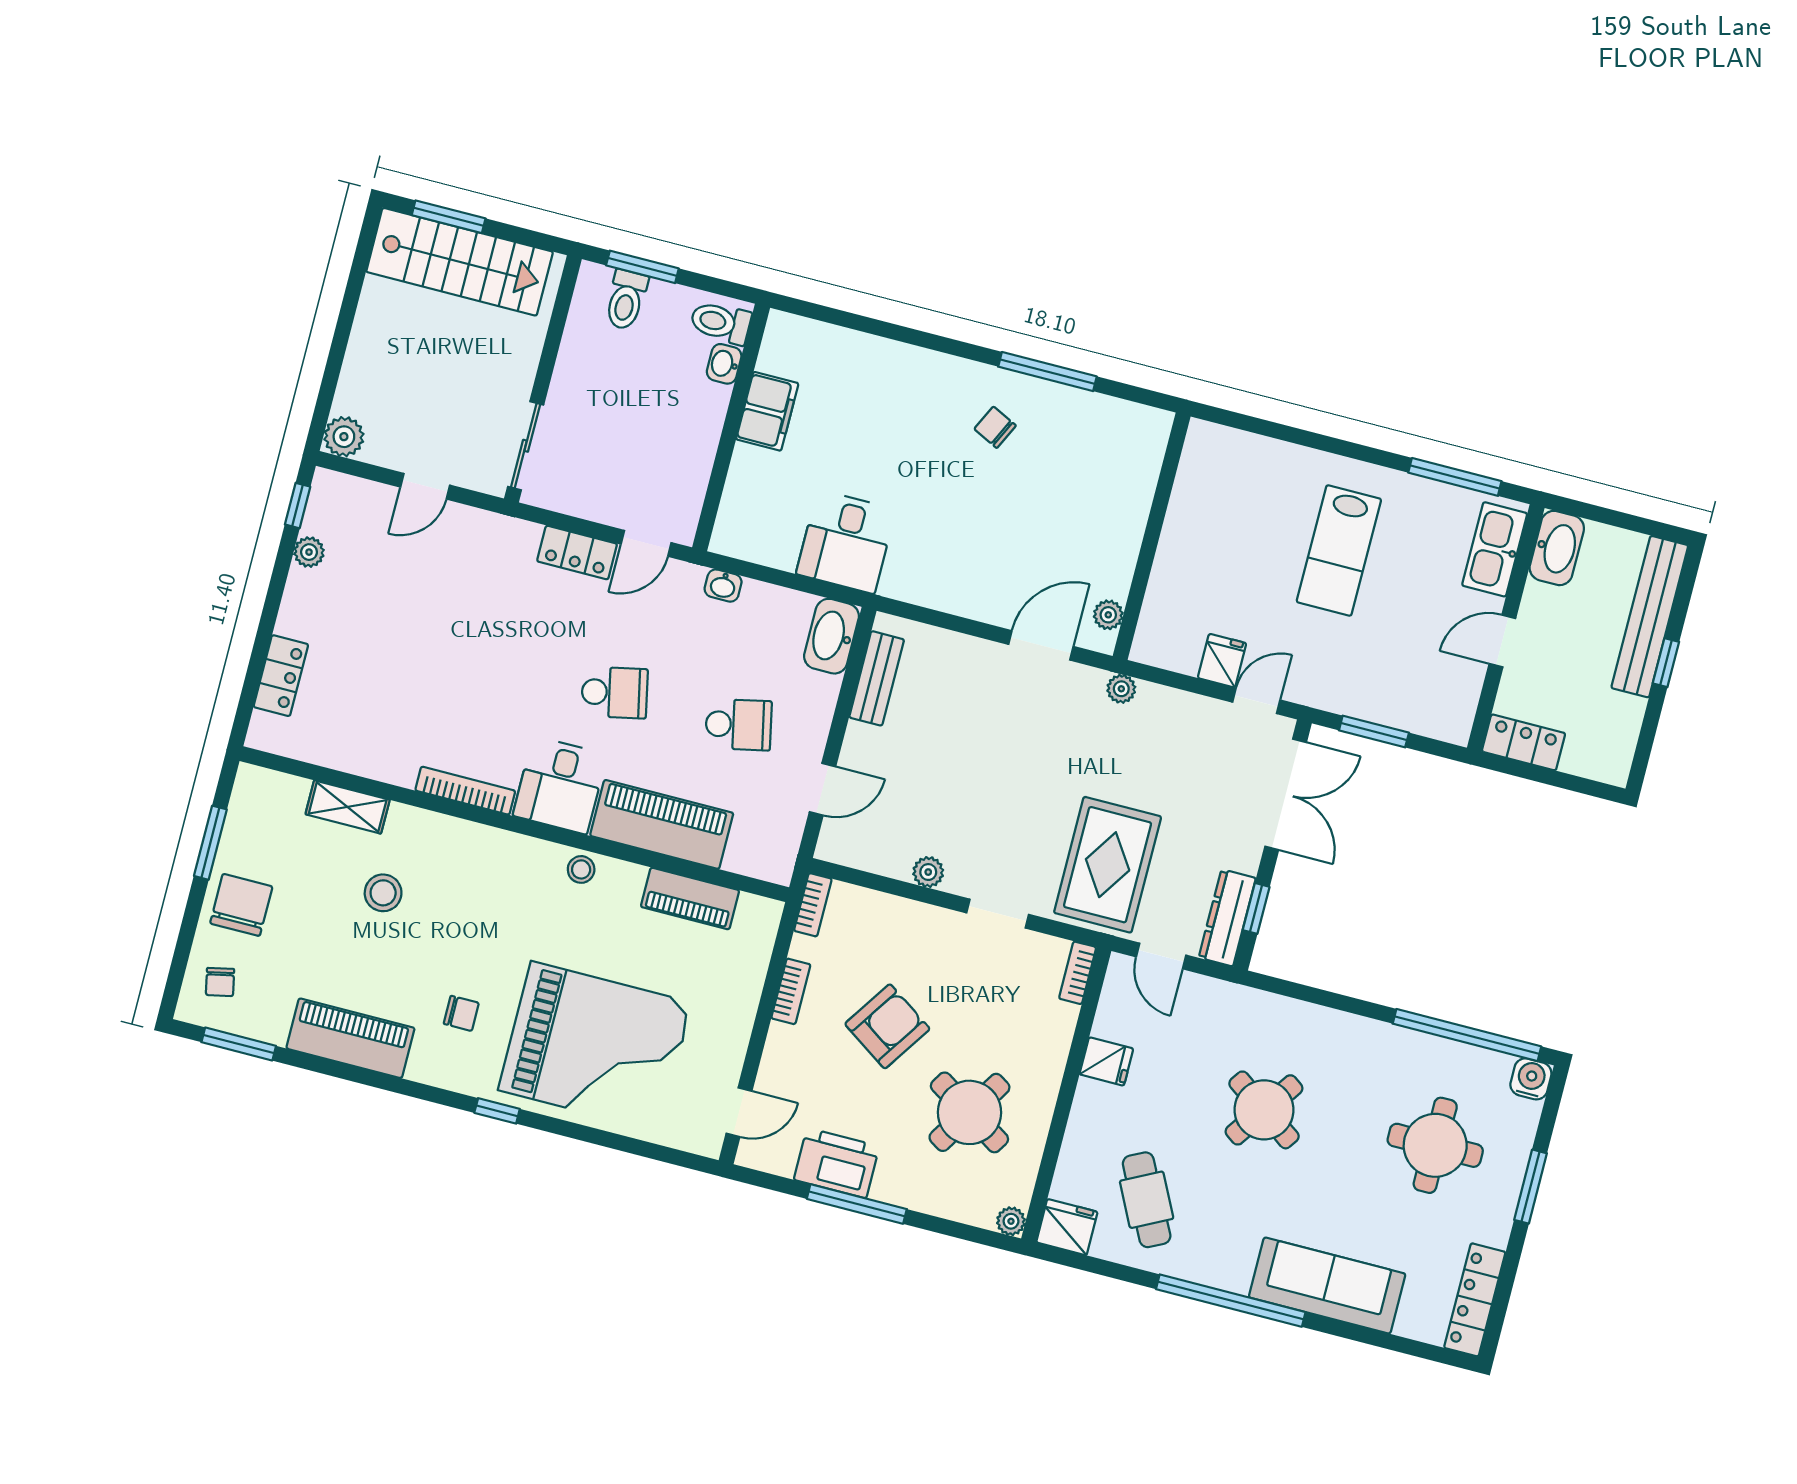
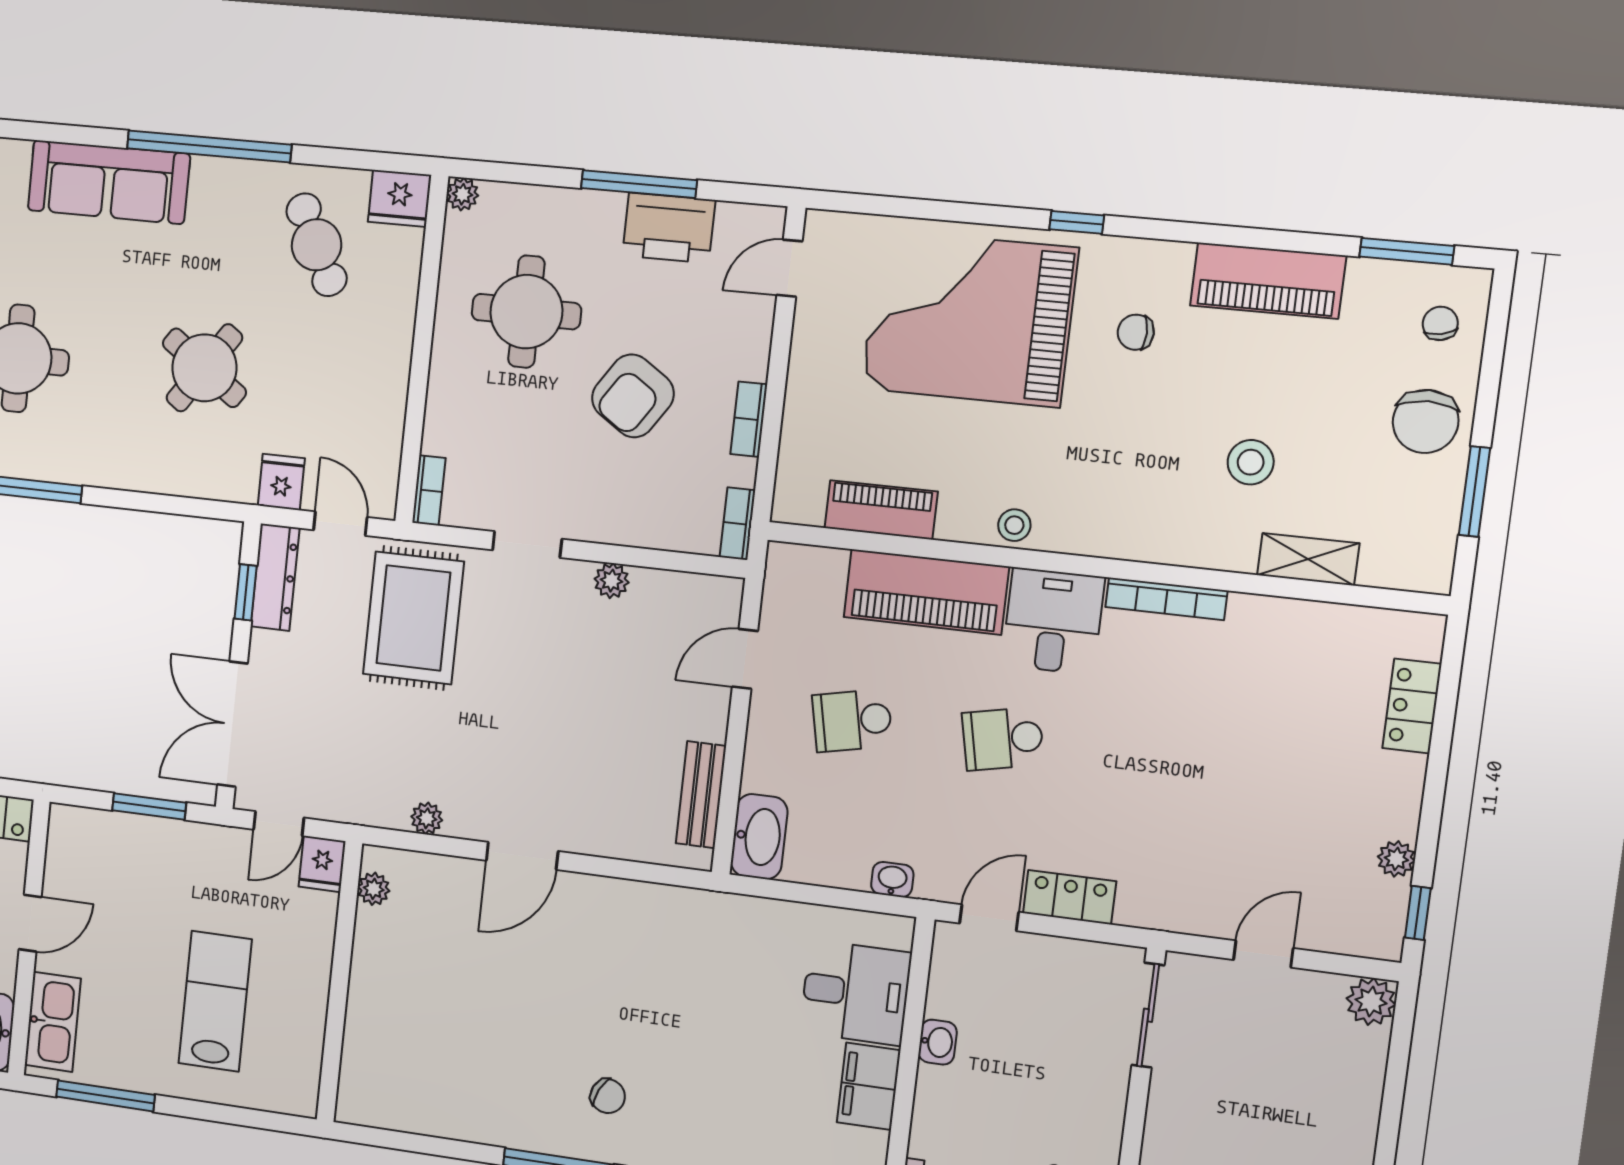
washbasin: (724, 364) -> (938, 1042), moved
wall: (1152, 536) -> (339, 982), moved
desk: (846, 542) -> (856, 993), moved, turned 90
plant: (1108, 615) -> (374, 889), moved
fridge: (1106, 1061) -> (281, 482), moved, turned 90
round table: (969, 1112) -> (526, 312), turned -32

